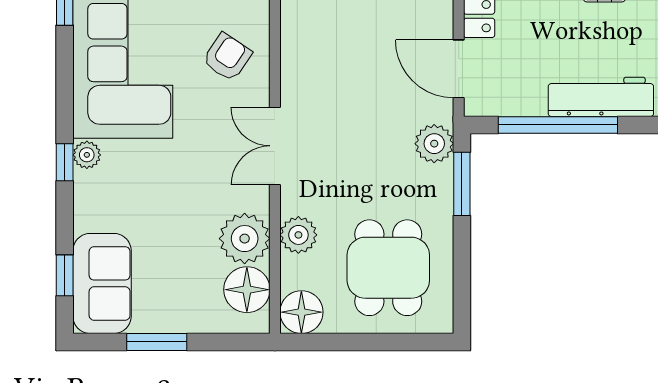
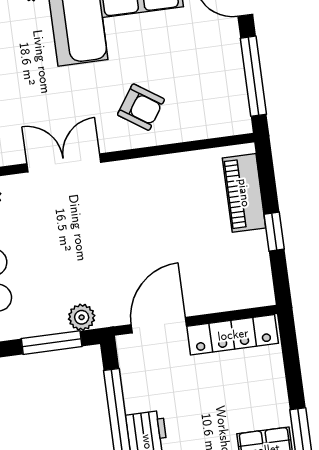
plant: (434, 144) -> (82, 317), width x0.73, depth x0.73

